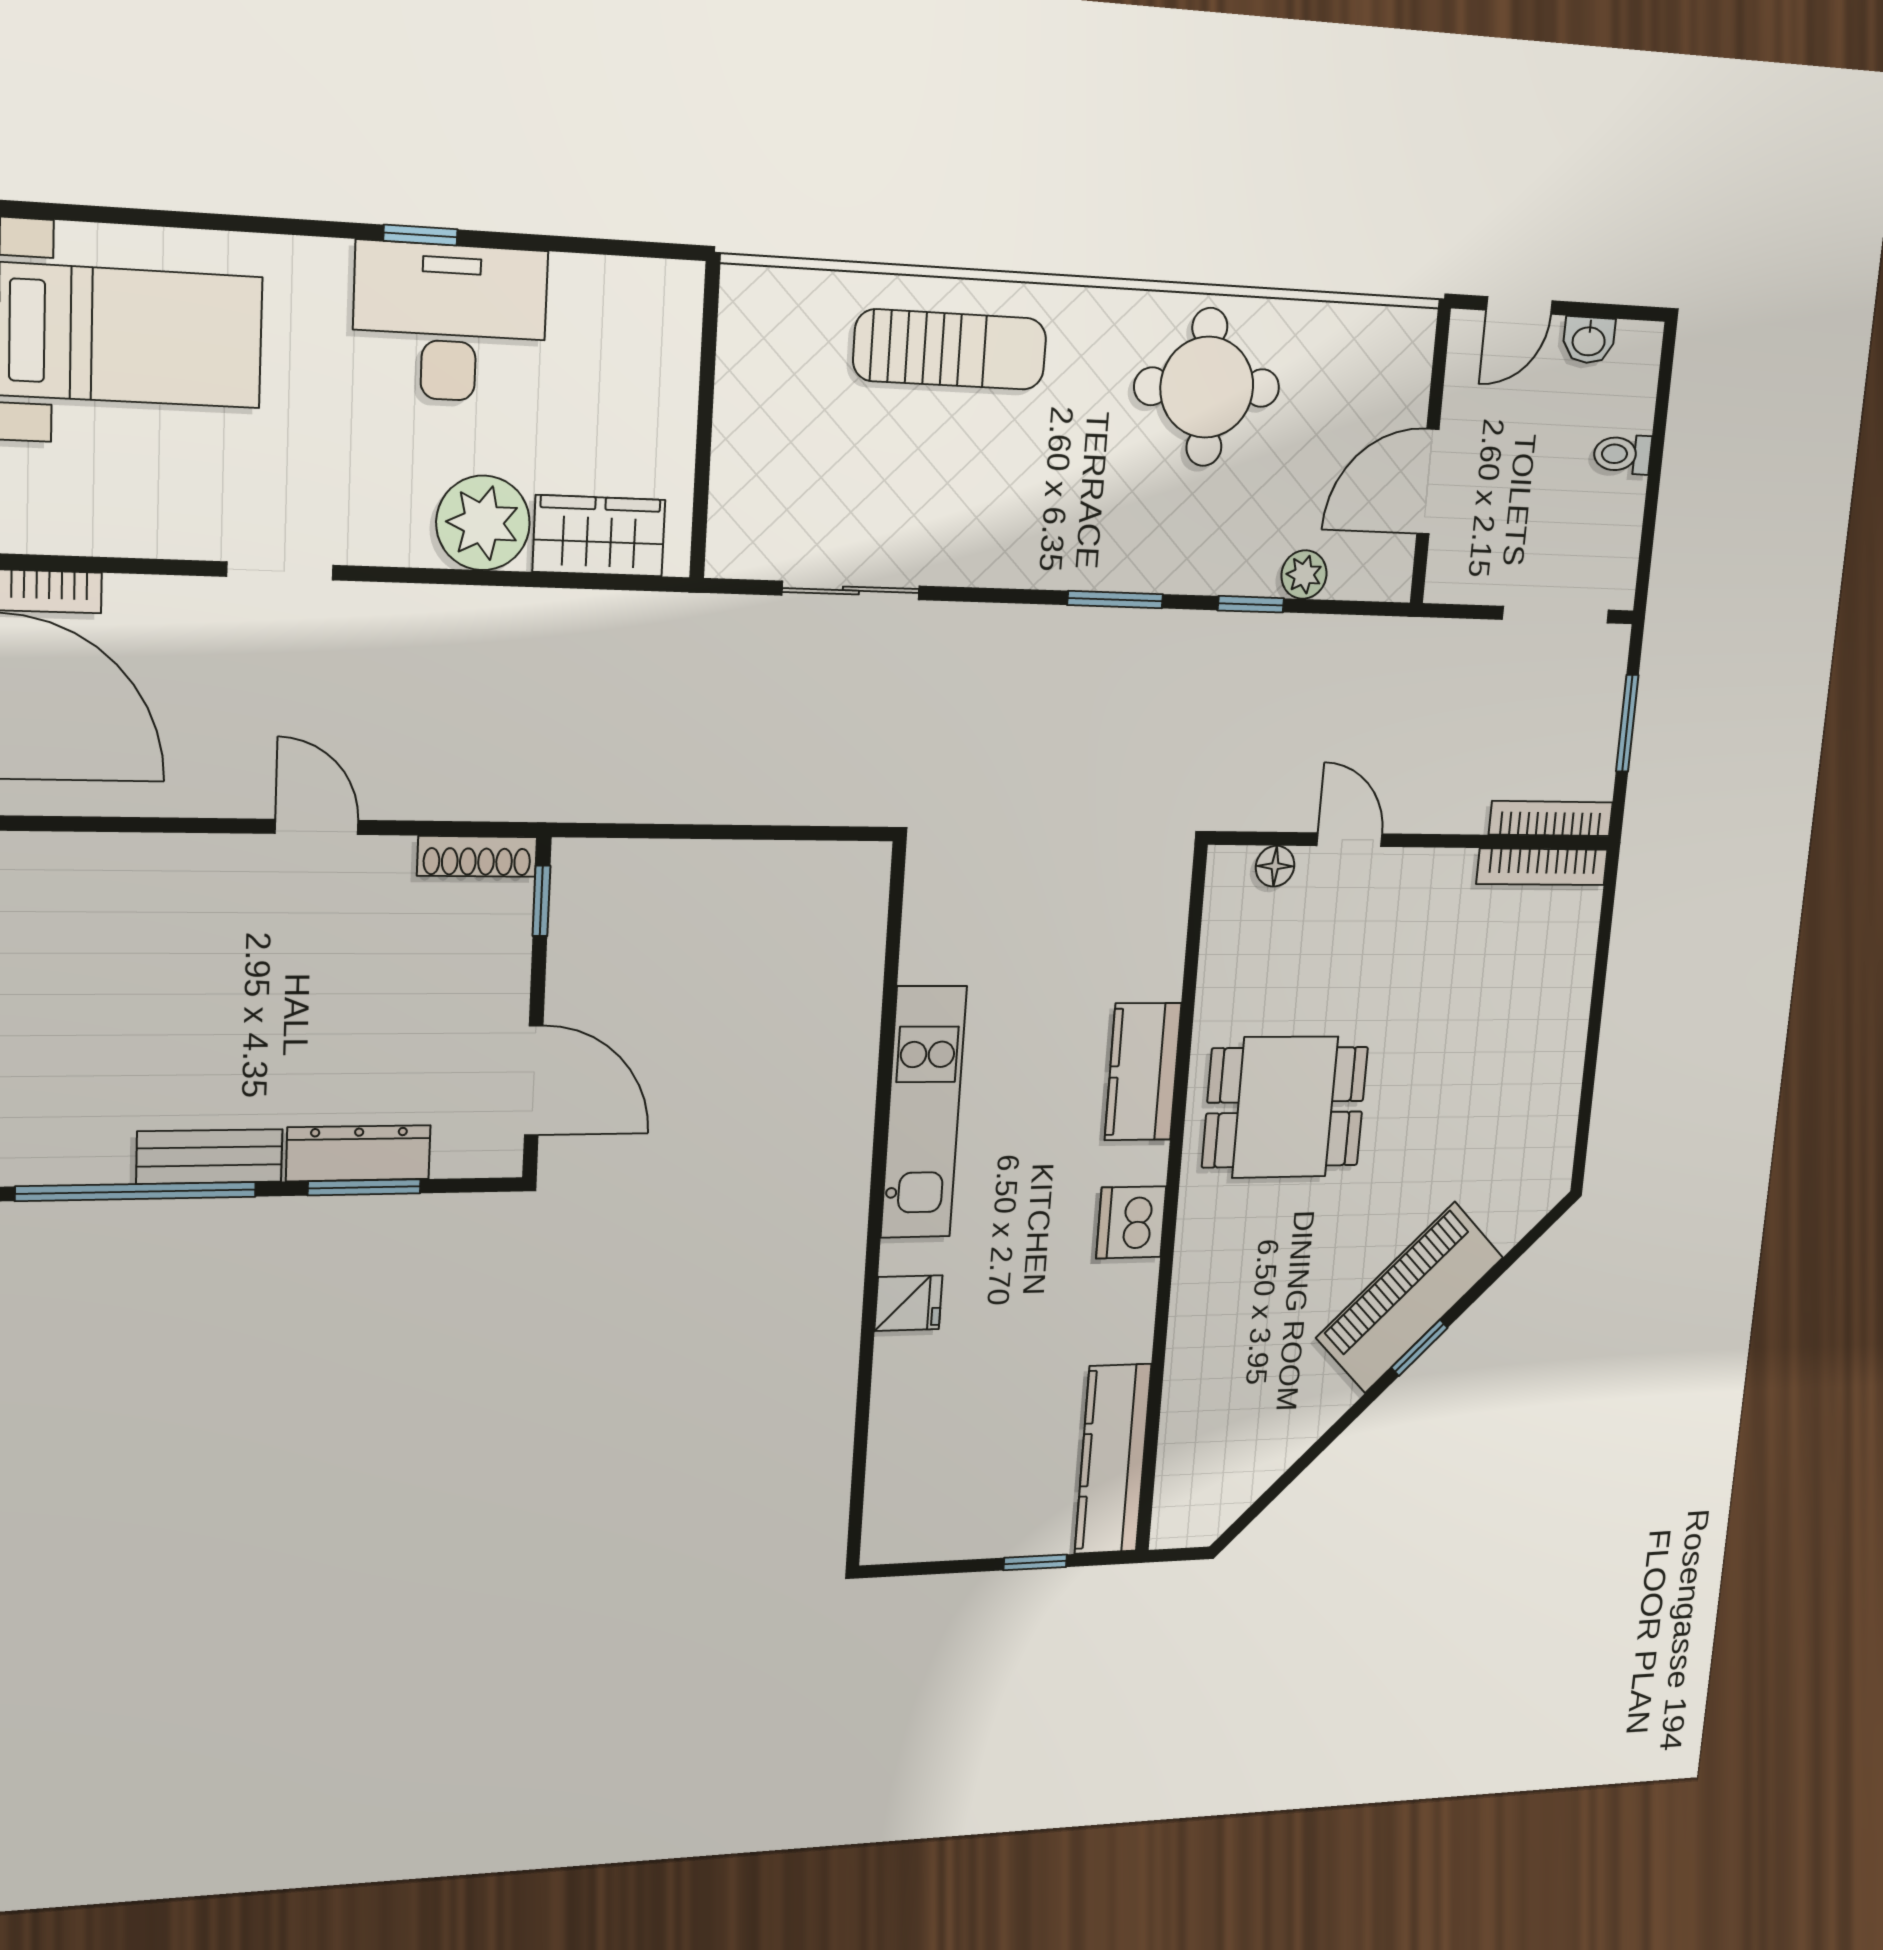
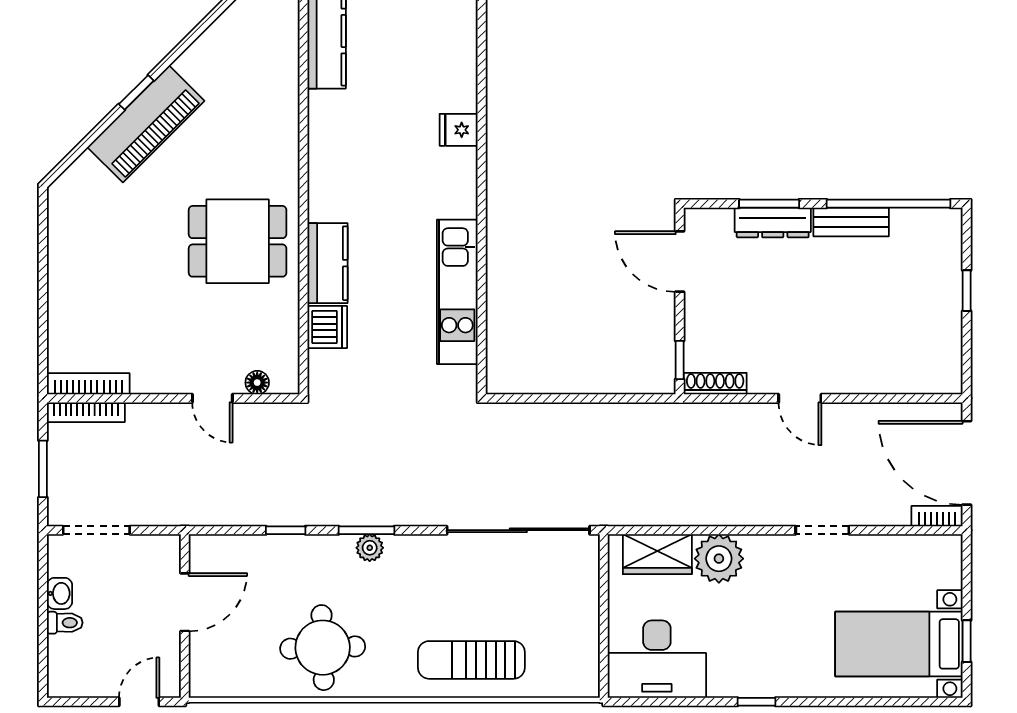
desk: (450, 323) -> (657, 659), moved
washbasin: (1589, 340) -> (60, 593), moved, turned 90
plant: (1304, 575) -> (370, 548), moved
sliding door: (851, 591) -> (518, 530), width x1.86
kitchen unit: (924, 1112) -> (457, 292), moved
dishwasher: (1131, 1222) -> (327, 327), moved

